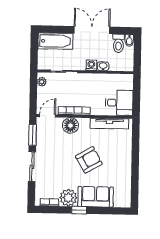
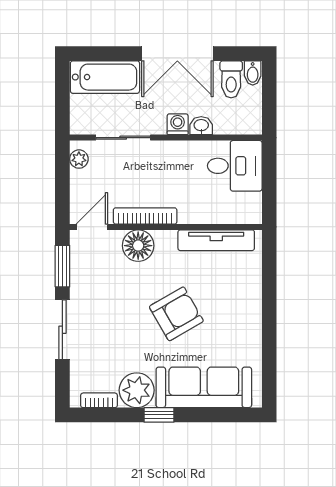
double door: (92, 30) -> (177, 54), swing flipped
desk: (119, 103) -> (235, 166), moved
sofa: (96, 197) -> (204, 387), width x1.36

